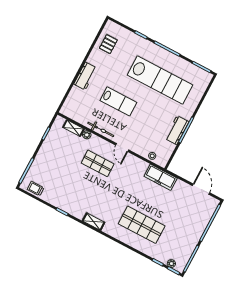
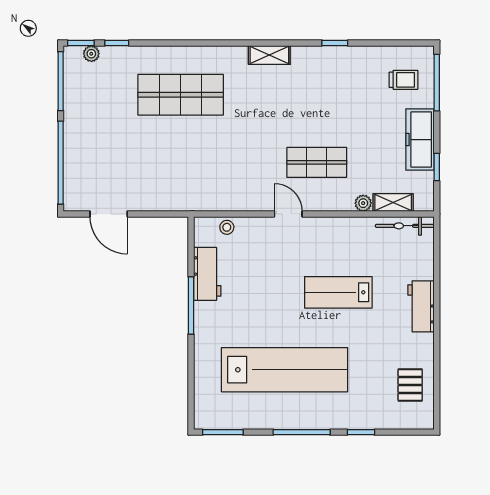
lab bench: (160, 80) -> (285, 370), turned 180
bicycle: (101, 129) -> (405, 226), moved
workbench: (177, 130) -> (207, 274), moved
freezer: (161, 177) -> (420, 140), moved, turned -90
trolley: (36, 189) -> (404, 80), moved

